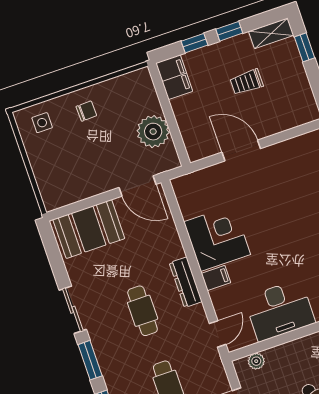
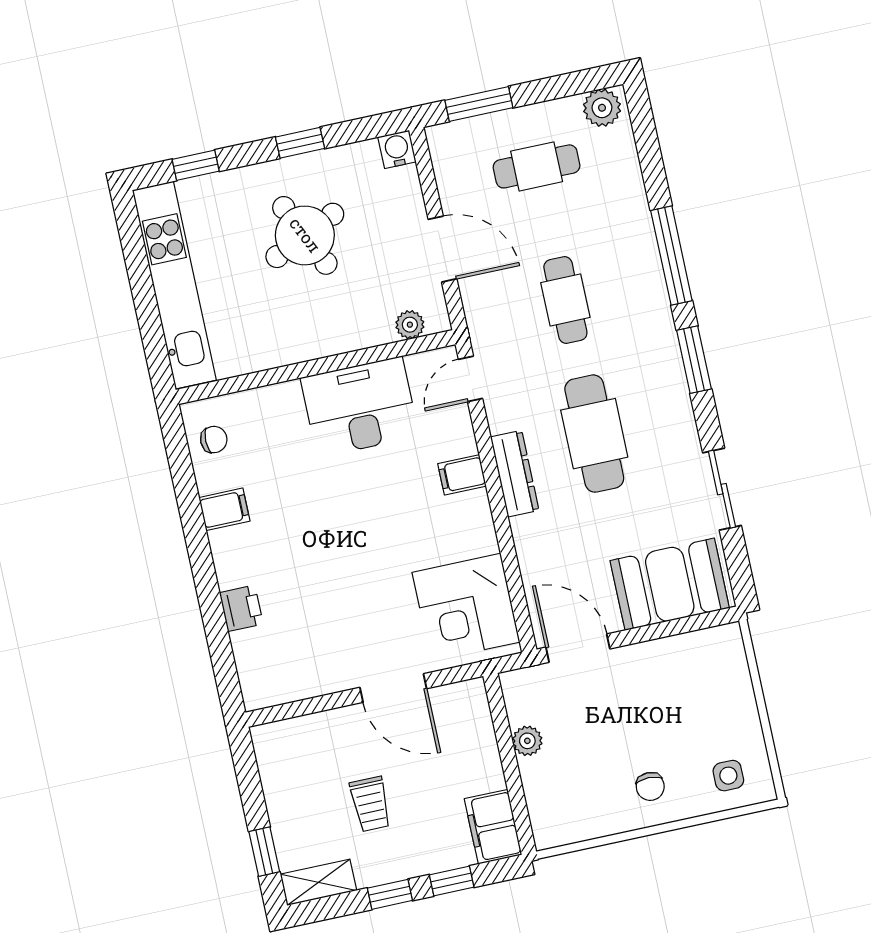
trolley: (247, 82) -> (370, 804), turned 90
chair: (86, 111) -> (650, 786), turned -88
plant: (153, 132) -> (527, 741), width x0.53, depth x0.53
corner desk: (217, 238) -> (466, 607), moved
sliding door: (73, 310) -> (722, 489), moved
cafe table: (143, 311) -> (594, 434), width x1.37, depth x1.35

